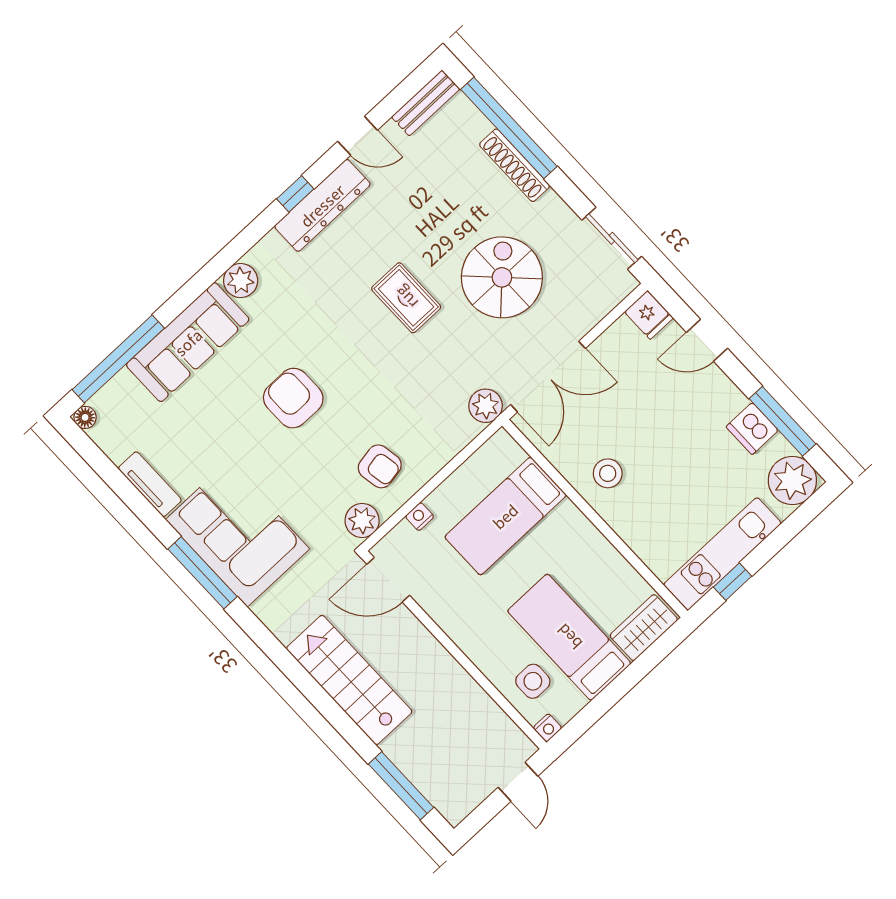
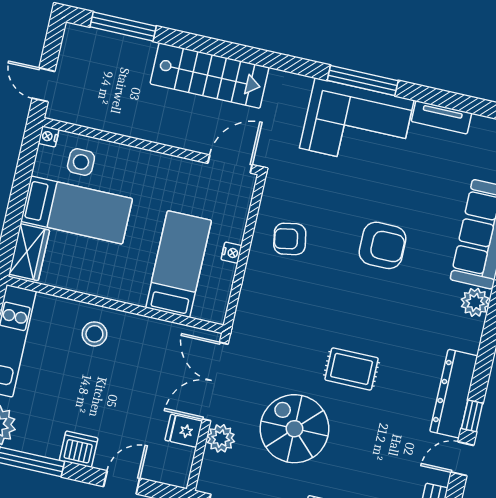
window: (295, 194) -> (472, 416), moved
spiral stairs: (502, 277) -> (294, 429), turned 180
fridge: (649, 315) -> (184, 431), moved
plant: (486, 406) -> (221, 438), moved
dishwasher: (752, 429) -> (79, 449), moved
stool: (608, 473) -> (94, 334), moved
nightstand: (420, 517) -> (231, 253), moved
plant: (362, 521) -> (276, 193), removed

